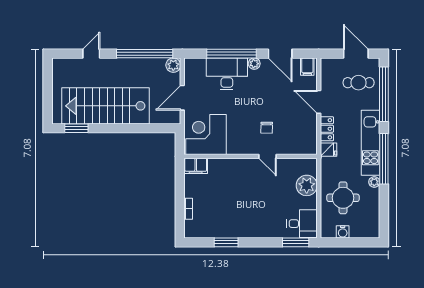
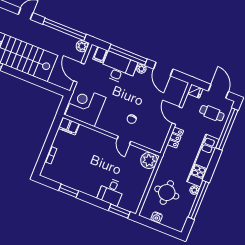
filing cabinet: (307, 67) -> (100, 55), moved
door: (182, 98) -> (79, 73), hinge flipped
fridge: (328, 150) -> (195, 91), moved
window: (384, 159) -> (198, 200), moved
plant: (307, 185) -> (149, 160), moved
desk: (302, 224) -> (111, 192), moved, turned 90

